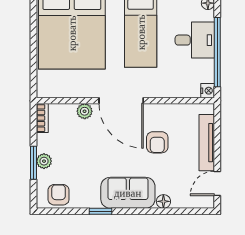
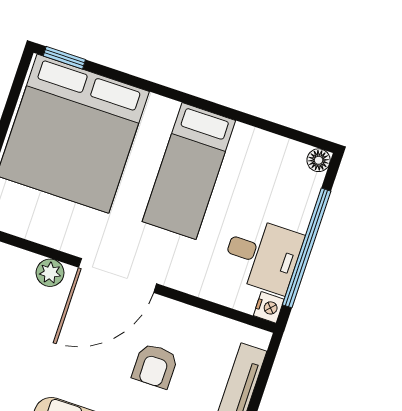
desk: (195, 40) -> (262, 255), moved
door: (121, 101) -> (118, 275), hinge flipped

